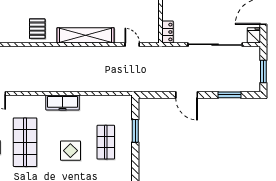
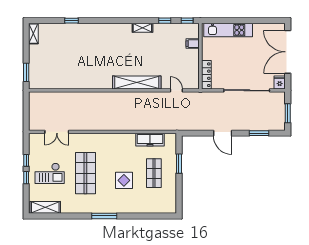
pallet: (37, 29) -> (96, 77), removed
locker: (168, 32) -> (206, 75), width x1.53
freezer: (63, 103) -> (150, 140), moved

